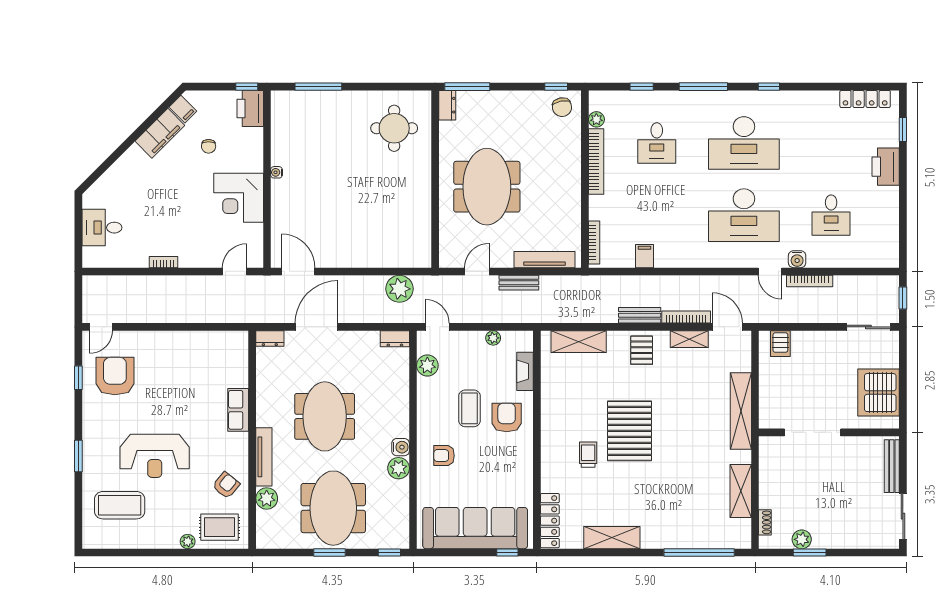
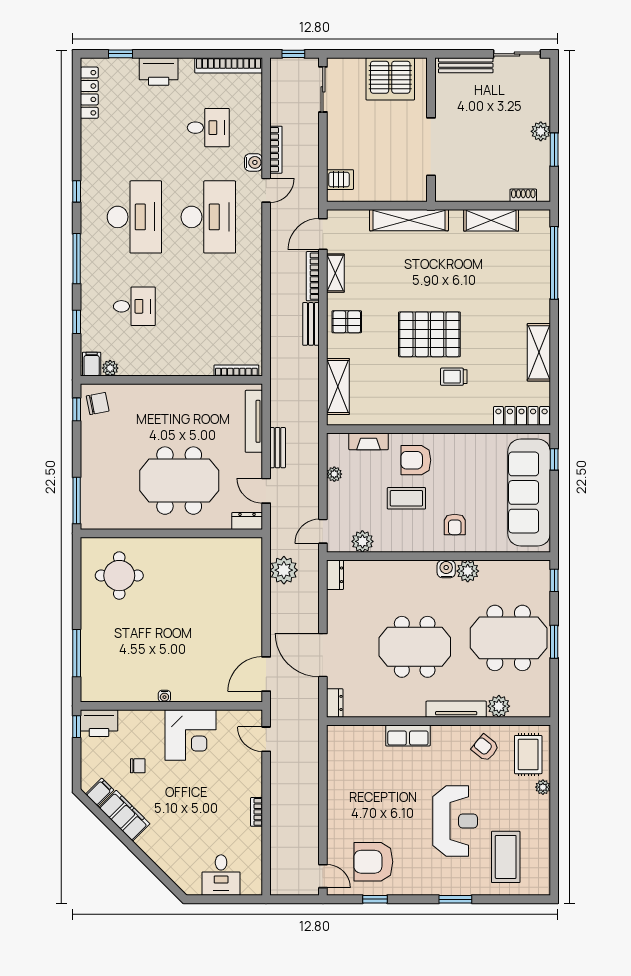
dresser: (447, 105) -> (247, 521), moved
bookcase: (596, 162) -> (229, 65), moved, turned 180
filing cabinet: (644, 256) -> (92, 364), moved, turned 90
plant: (802, 539) -> (541, 131), moved

